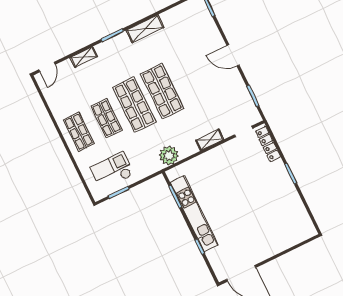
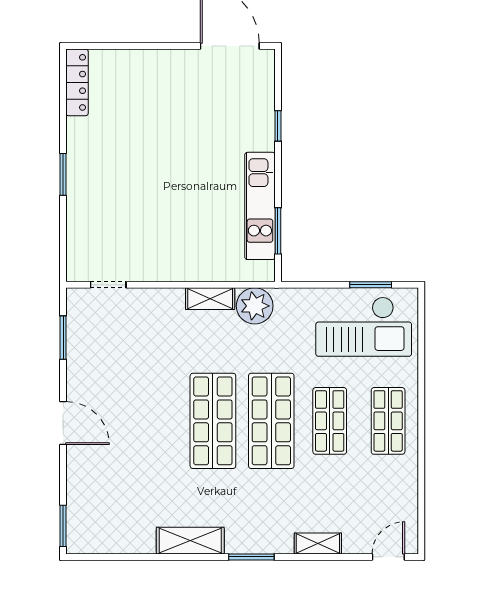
shelving: (210, 140) -> (210, 299), moved
locker: (268, 144) -> (77, 82), moved
checkout: (112, 171) -> (364, 327), width x1.36, depth x1.21
kitchen unit: (194, 214) -> (260, 206), width x0.73

